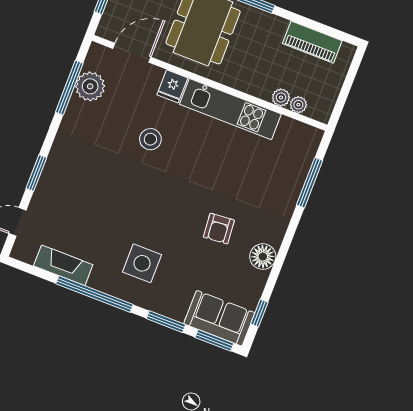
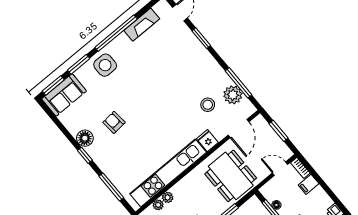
kitchen unit: (230, 109) -> (168, 173), width x1.36
stool: (150, 139) -> (208, 105), moved
side table: (142, 263) -> (105, 65), moved
window: (259, 313) -> (85, 155), moved

